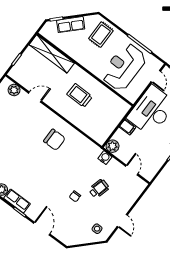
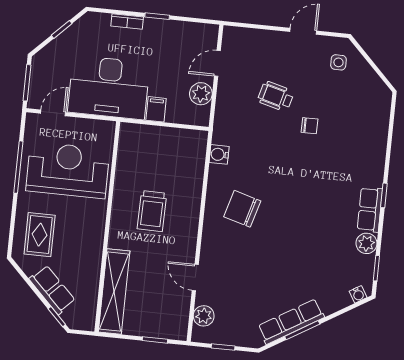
rug: (101, 35) -> (40, 235), turned 90
reception desk: (124, 67) -> (68, 170), turned 180
chair: (54, 140) -> (242, 209), turned -74
plant: (113, 146) -> (201, 94), moved
water cooler: (105, 158) -> (219, 154), moved
door: (42, 229) -> (389, 147), removed

